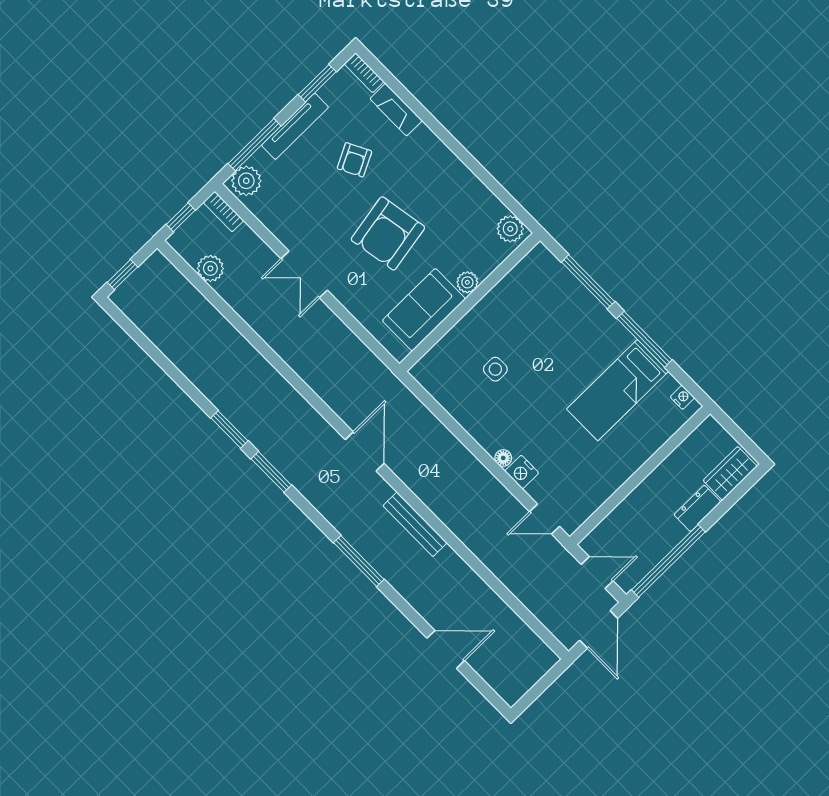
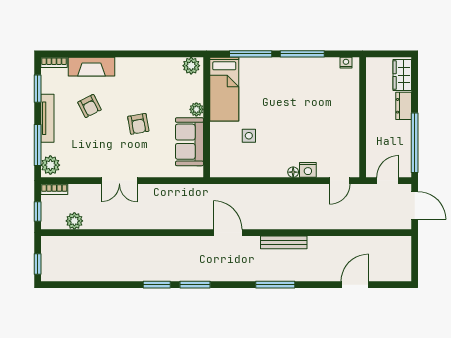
fireplace: (396, 110) -> (91, 67), width x1.37, depth x1.32
armchair: (388, 233) -> (138, 124), width x0.53, depth x0.53
bed: (618, 390) -> (224, 89), moved

